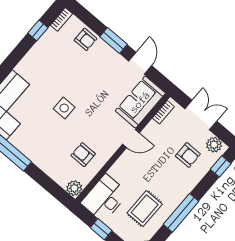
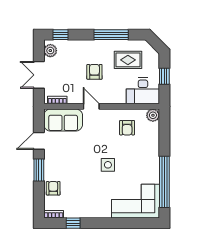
armchair: (188, 155) -> (94, 72), moved

